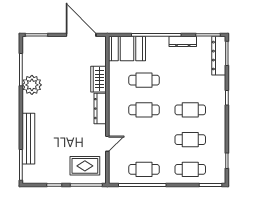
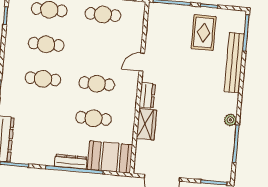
dresser: (183, 41) -> (71, 162), moved
plant: (32, 85) -> (230, 120), width x0.53, depth x0.53
dresser: (100, 109) -> (147, 95), width x0.70
door: (107, 144) -> (142, 62), moved
rug: (85, 166) -> (204, 33), moved, turned 90

